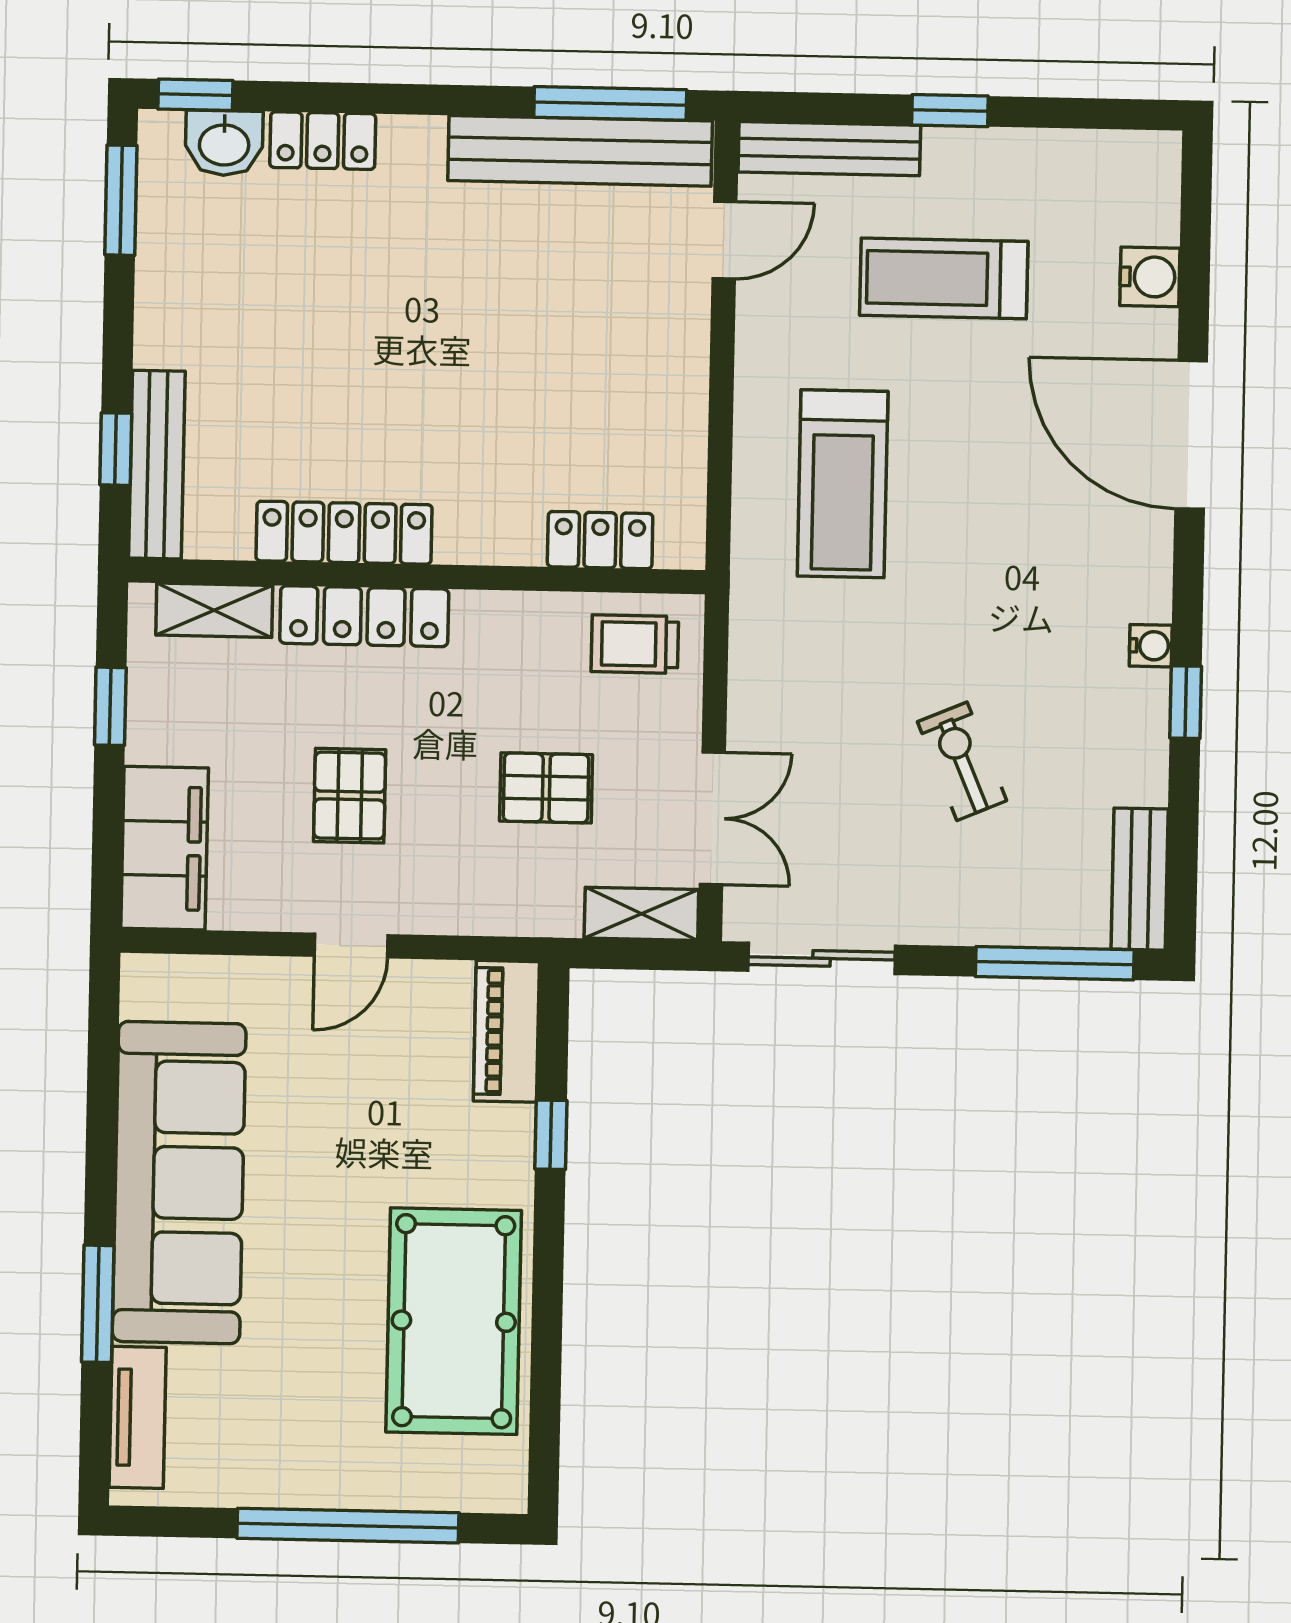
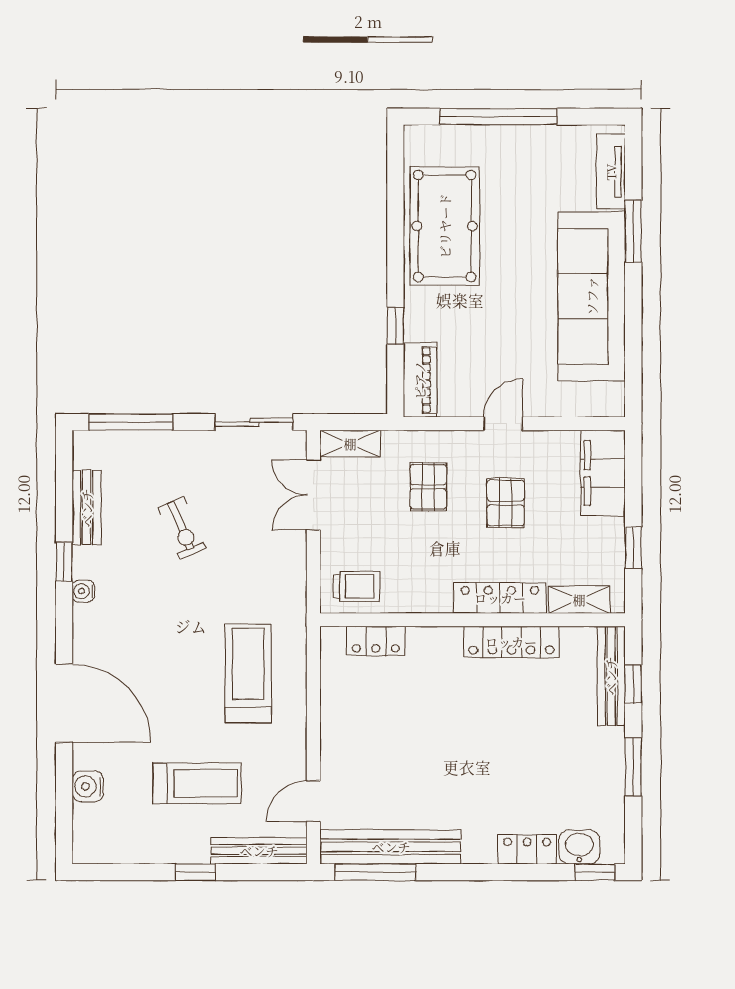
window: (121, 200) -> (633, 767), moved
pallet: (546, 788) -> (428, 487), moved, turned 90
bench: (1140, 879) -> (87, 508), moved

